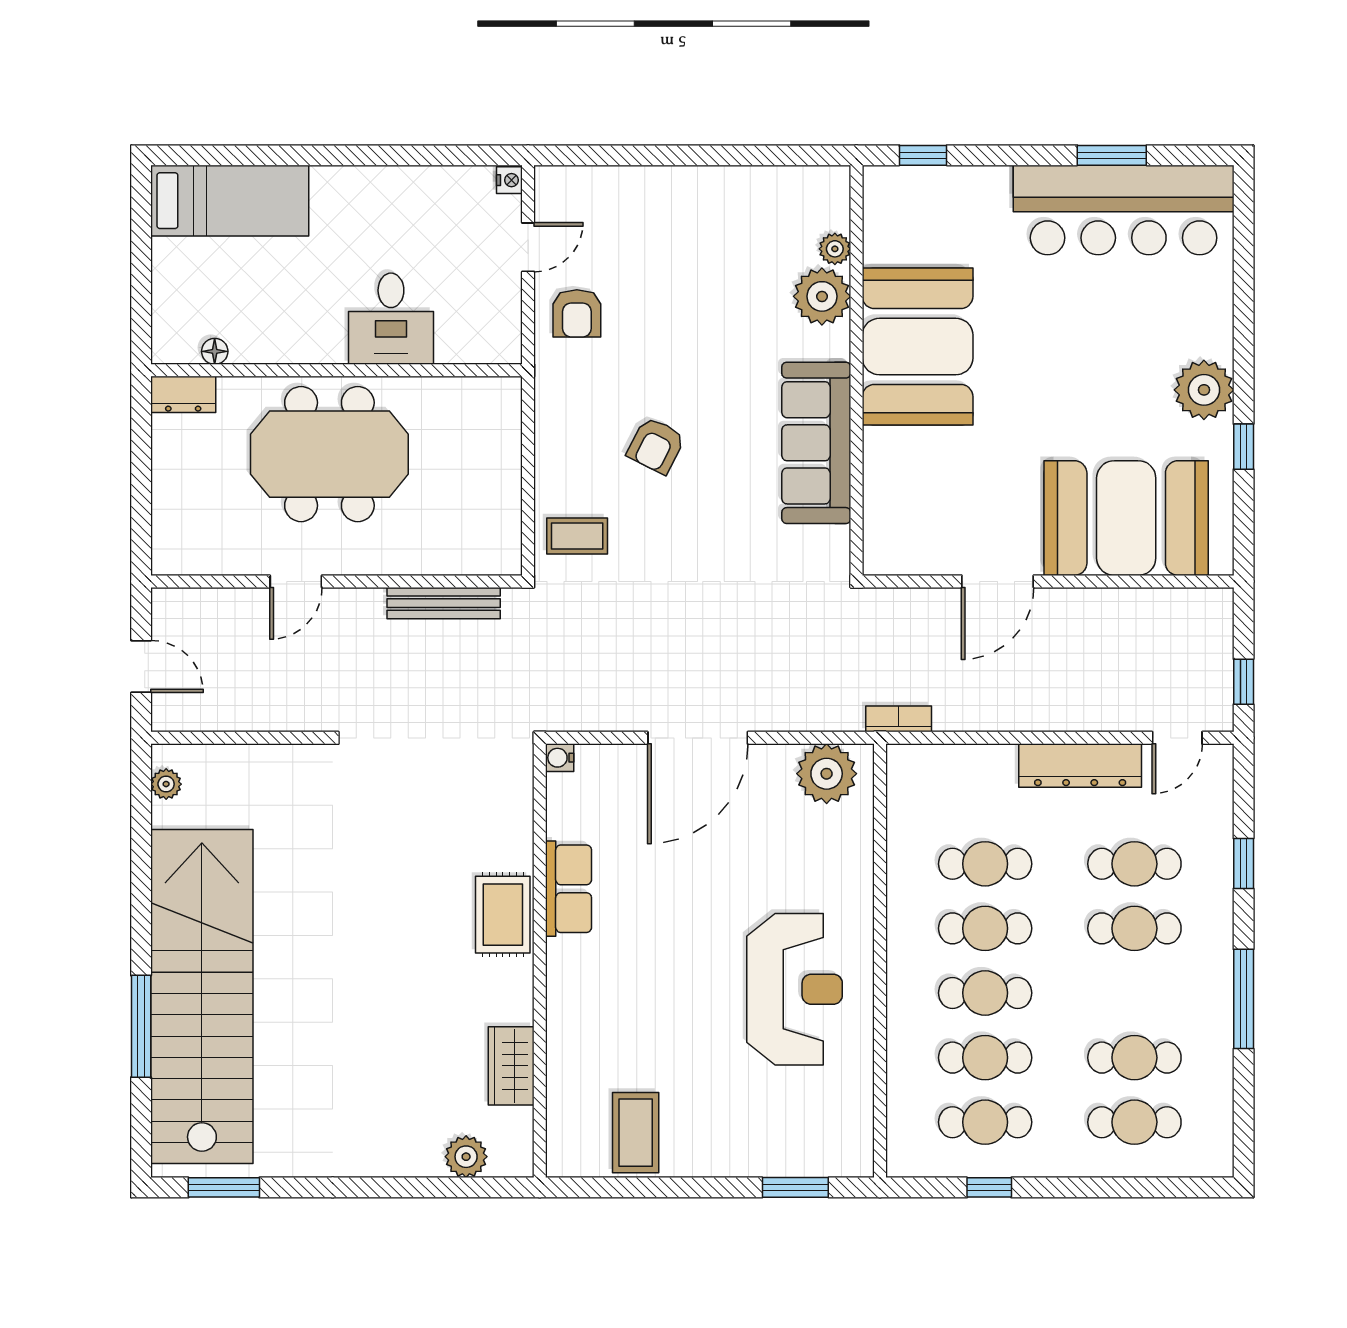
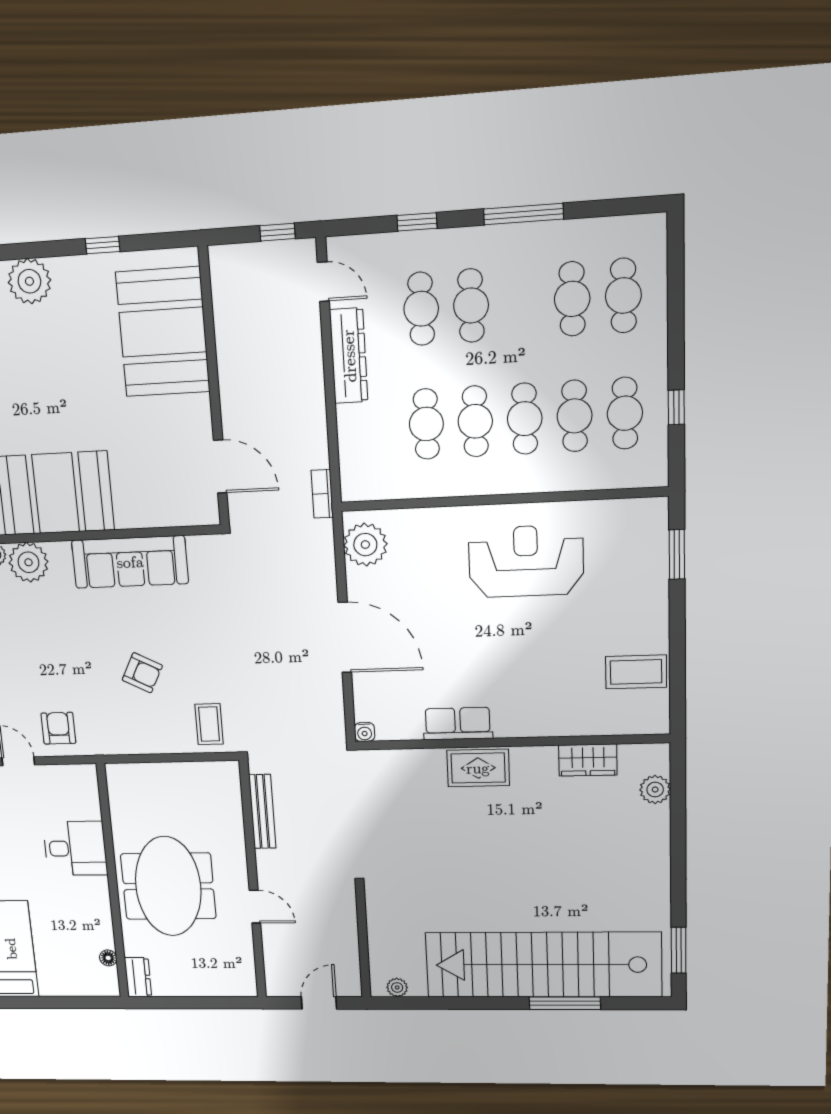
armchair: (577, 313) -> (58, 728), turned -90
plant: (1204, 390) -> (29, 281), moved
door: (998, 581) -> (220, 467), moved

